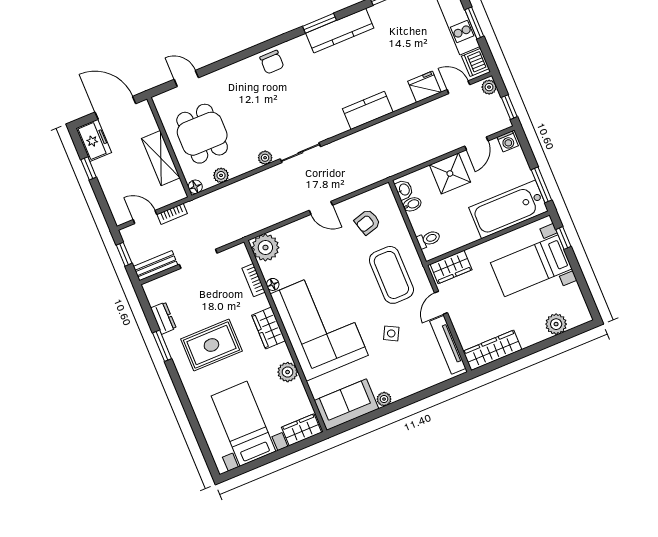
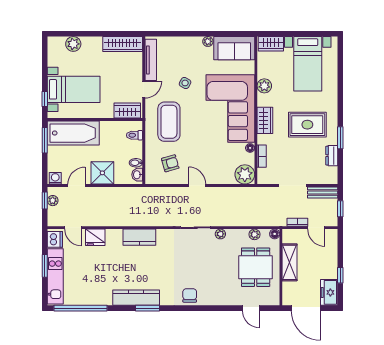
plant: (489, 87) -> (53, 201), moved

